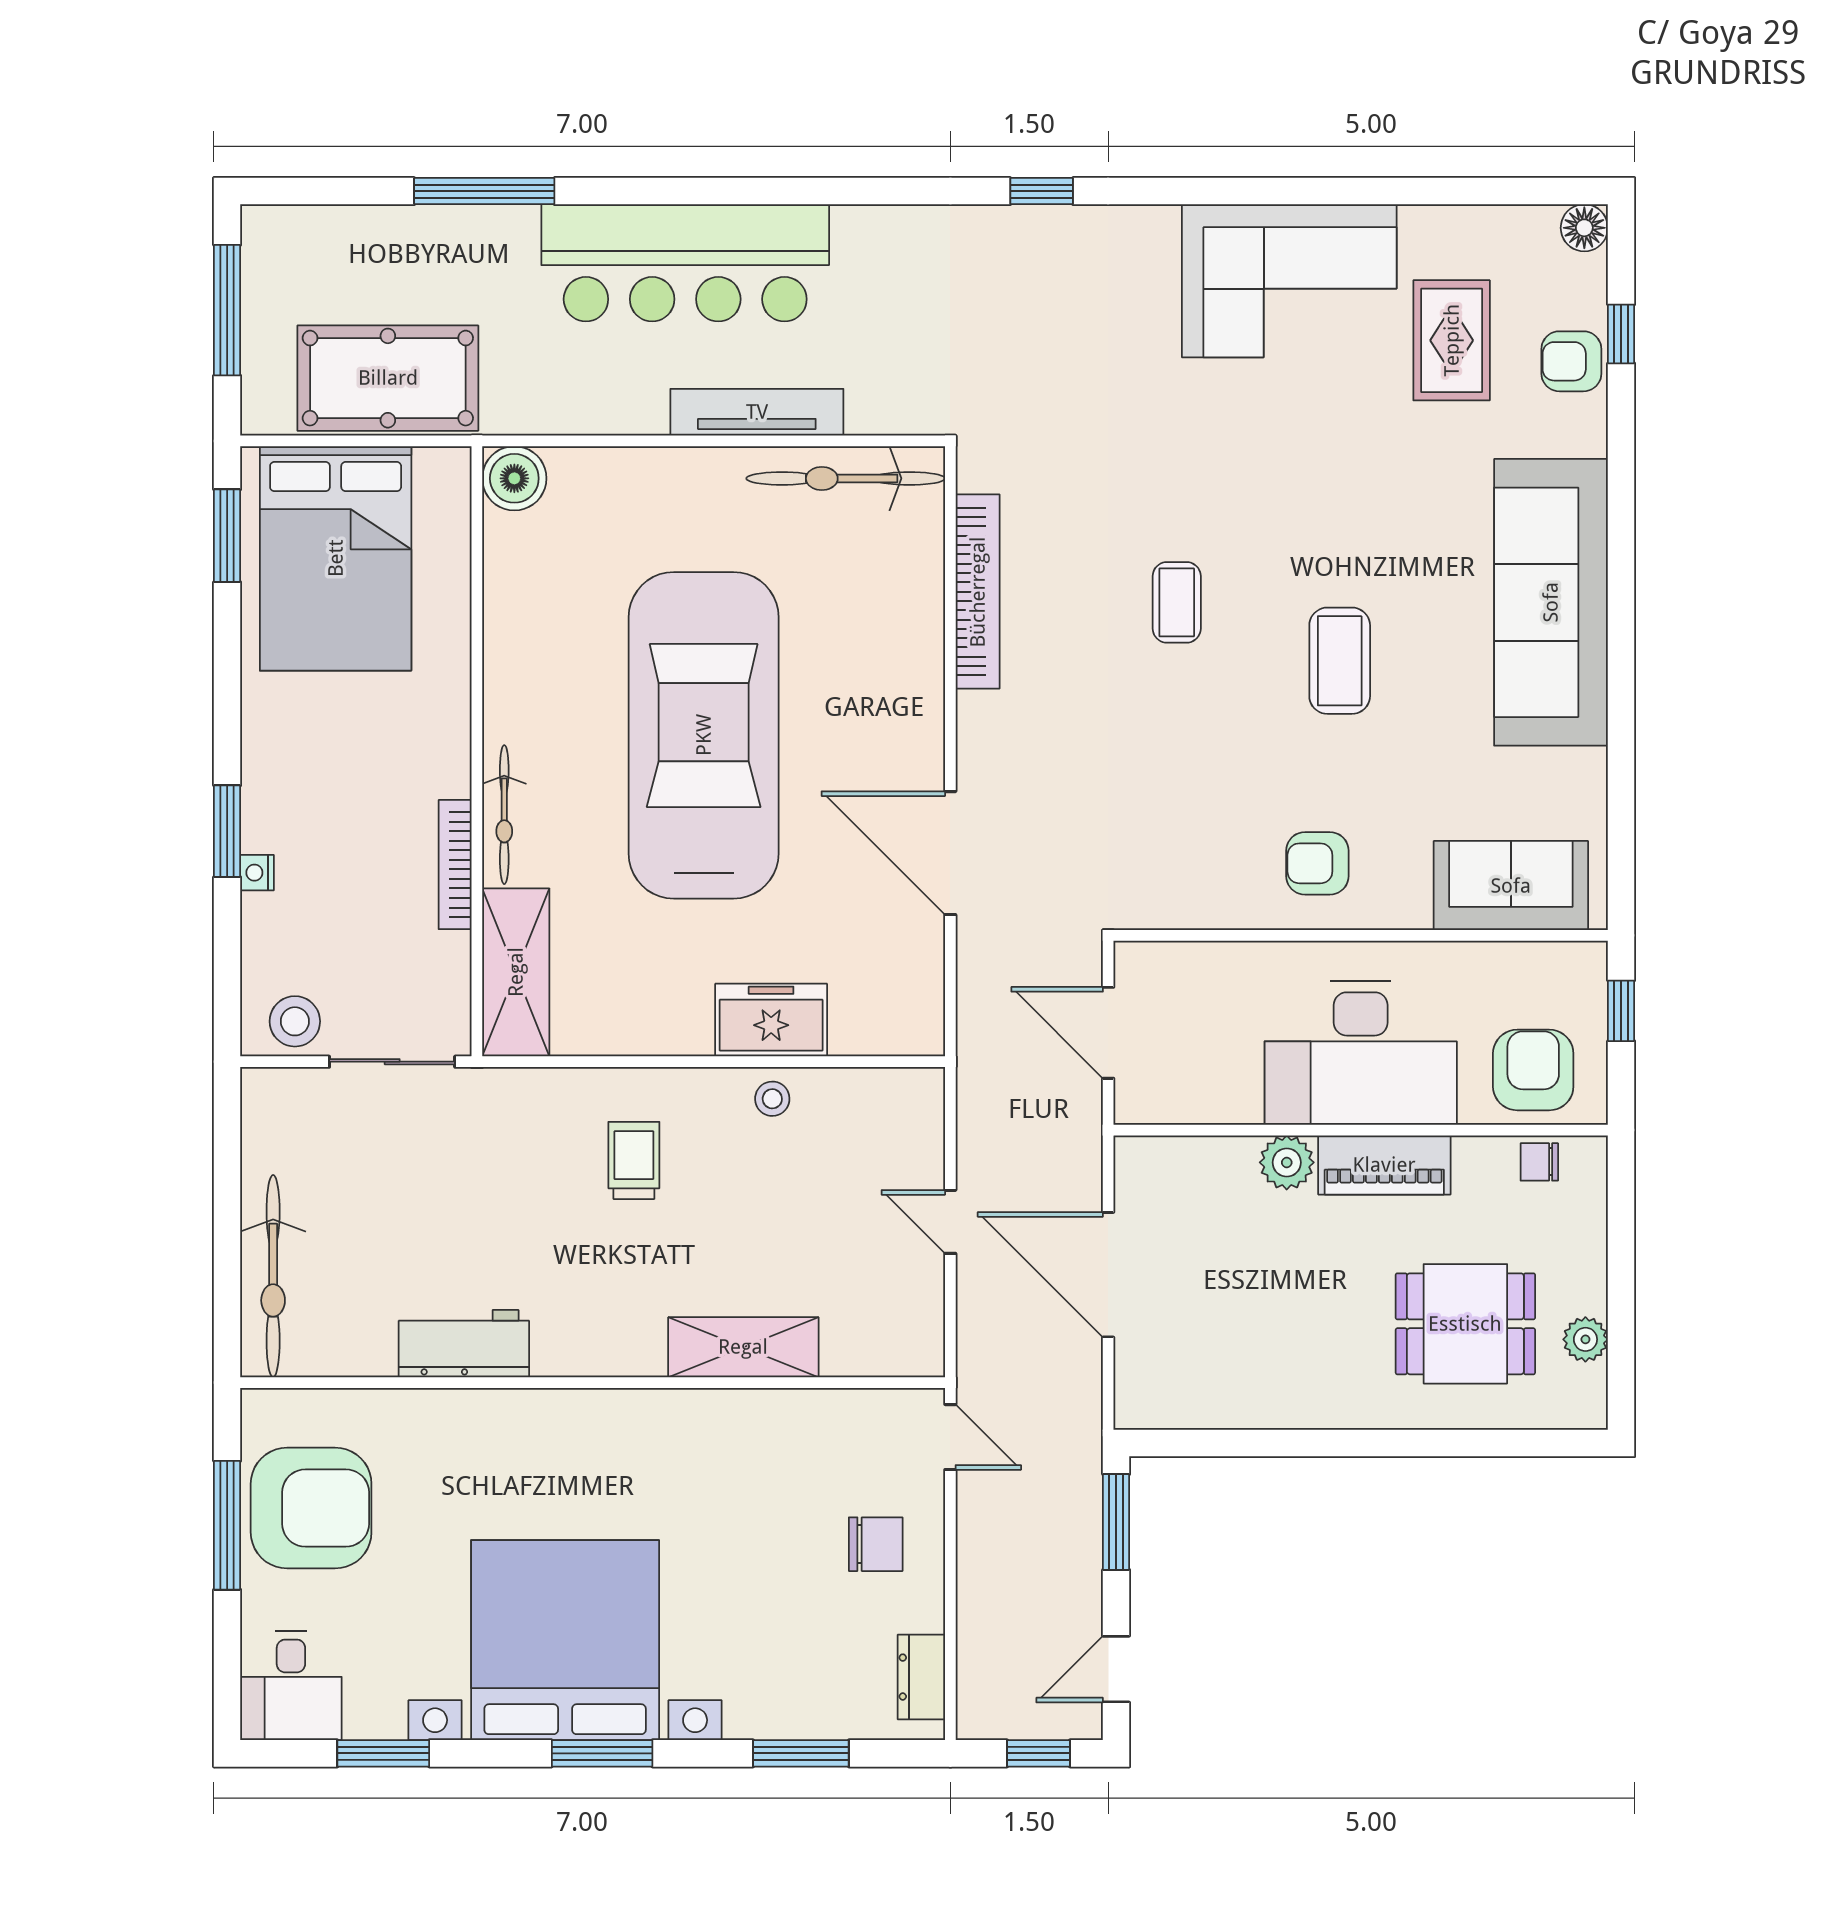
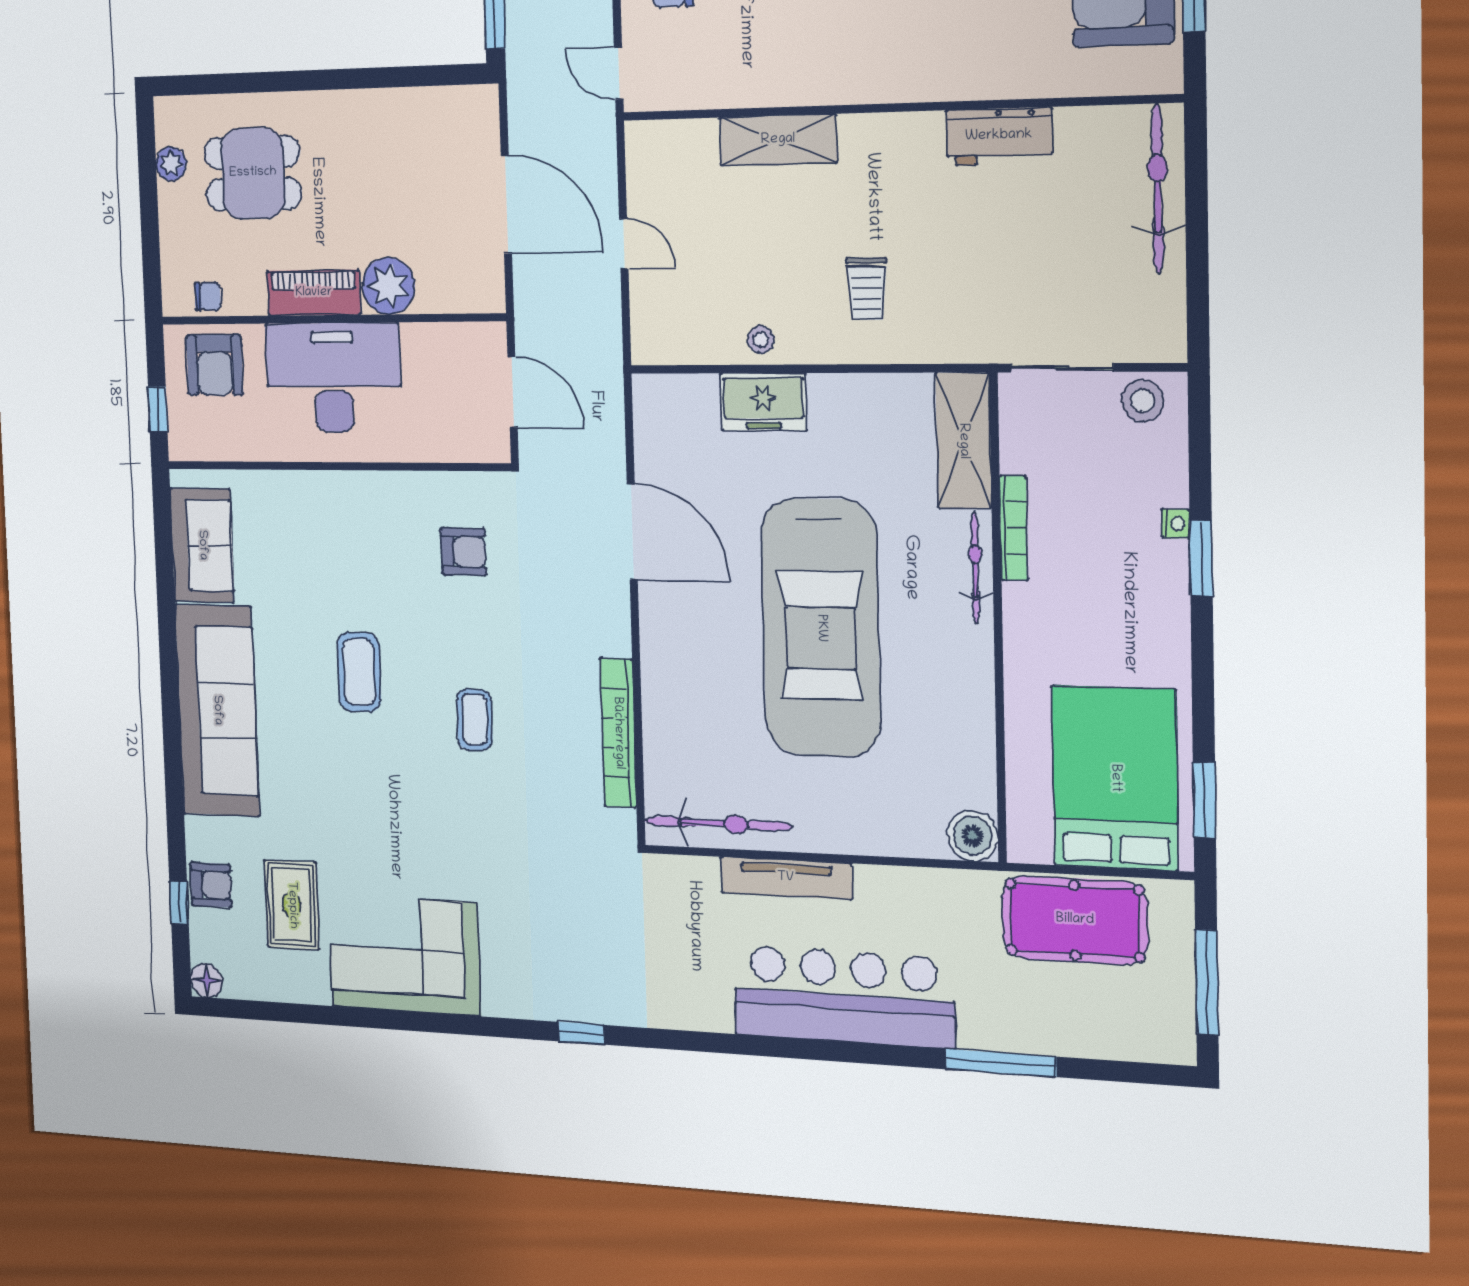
armchair: (1317, 863) -> (463, 552), moved
sofa: (1511, 886) -> (202, 545), moved, turned -90
plant: (1287, 1162) -> (388, 286), width x1.36, depth x1.36

